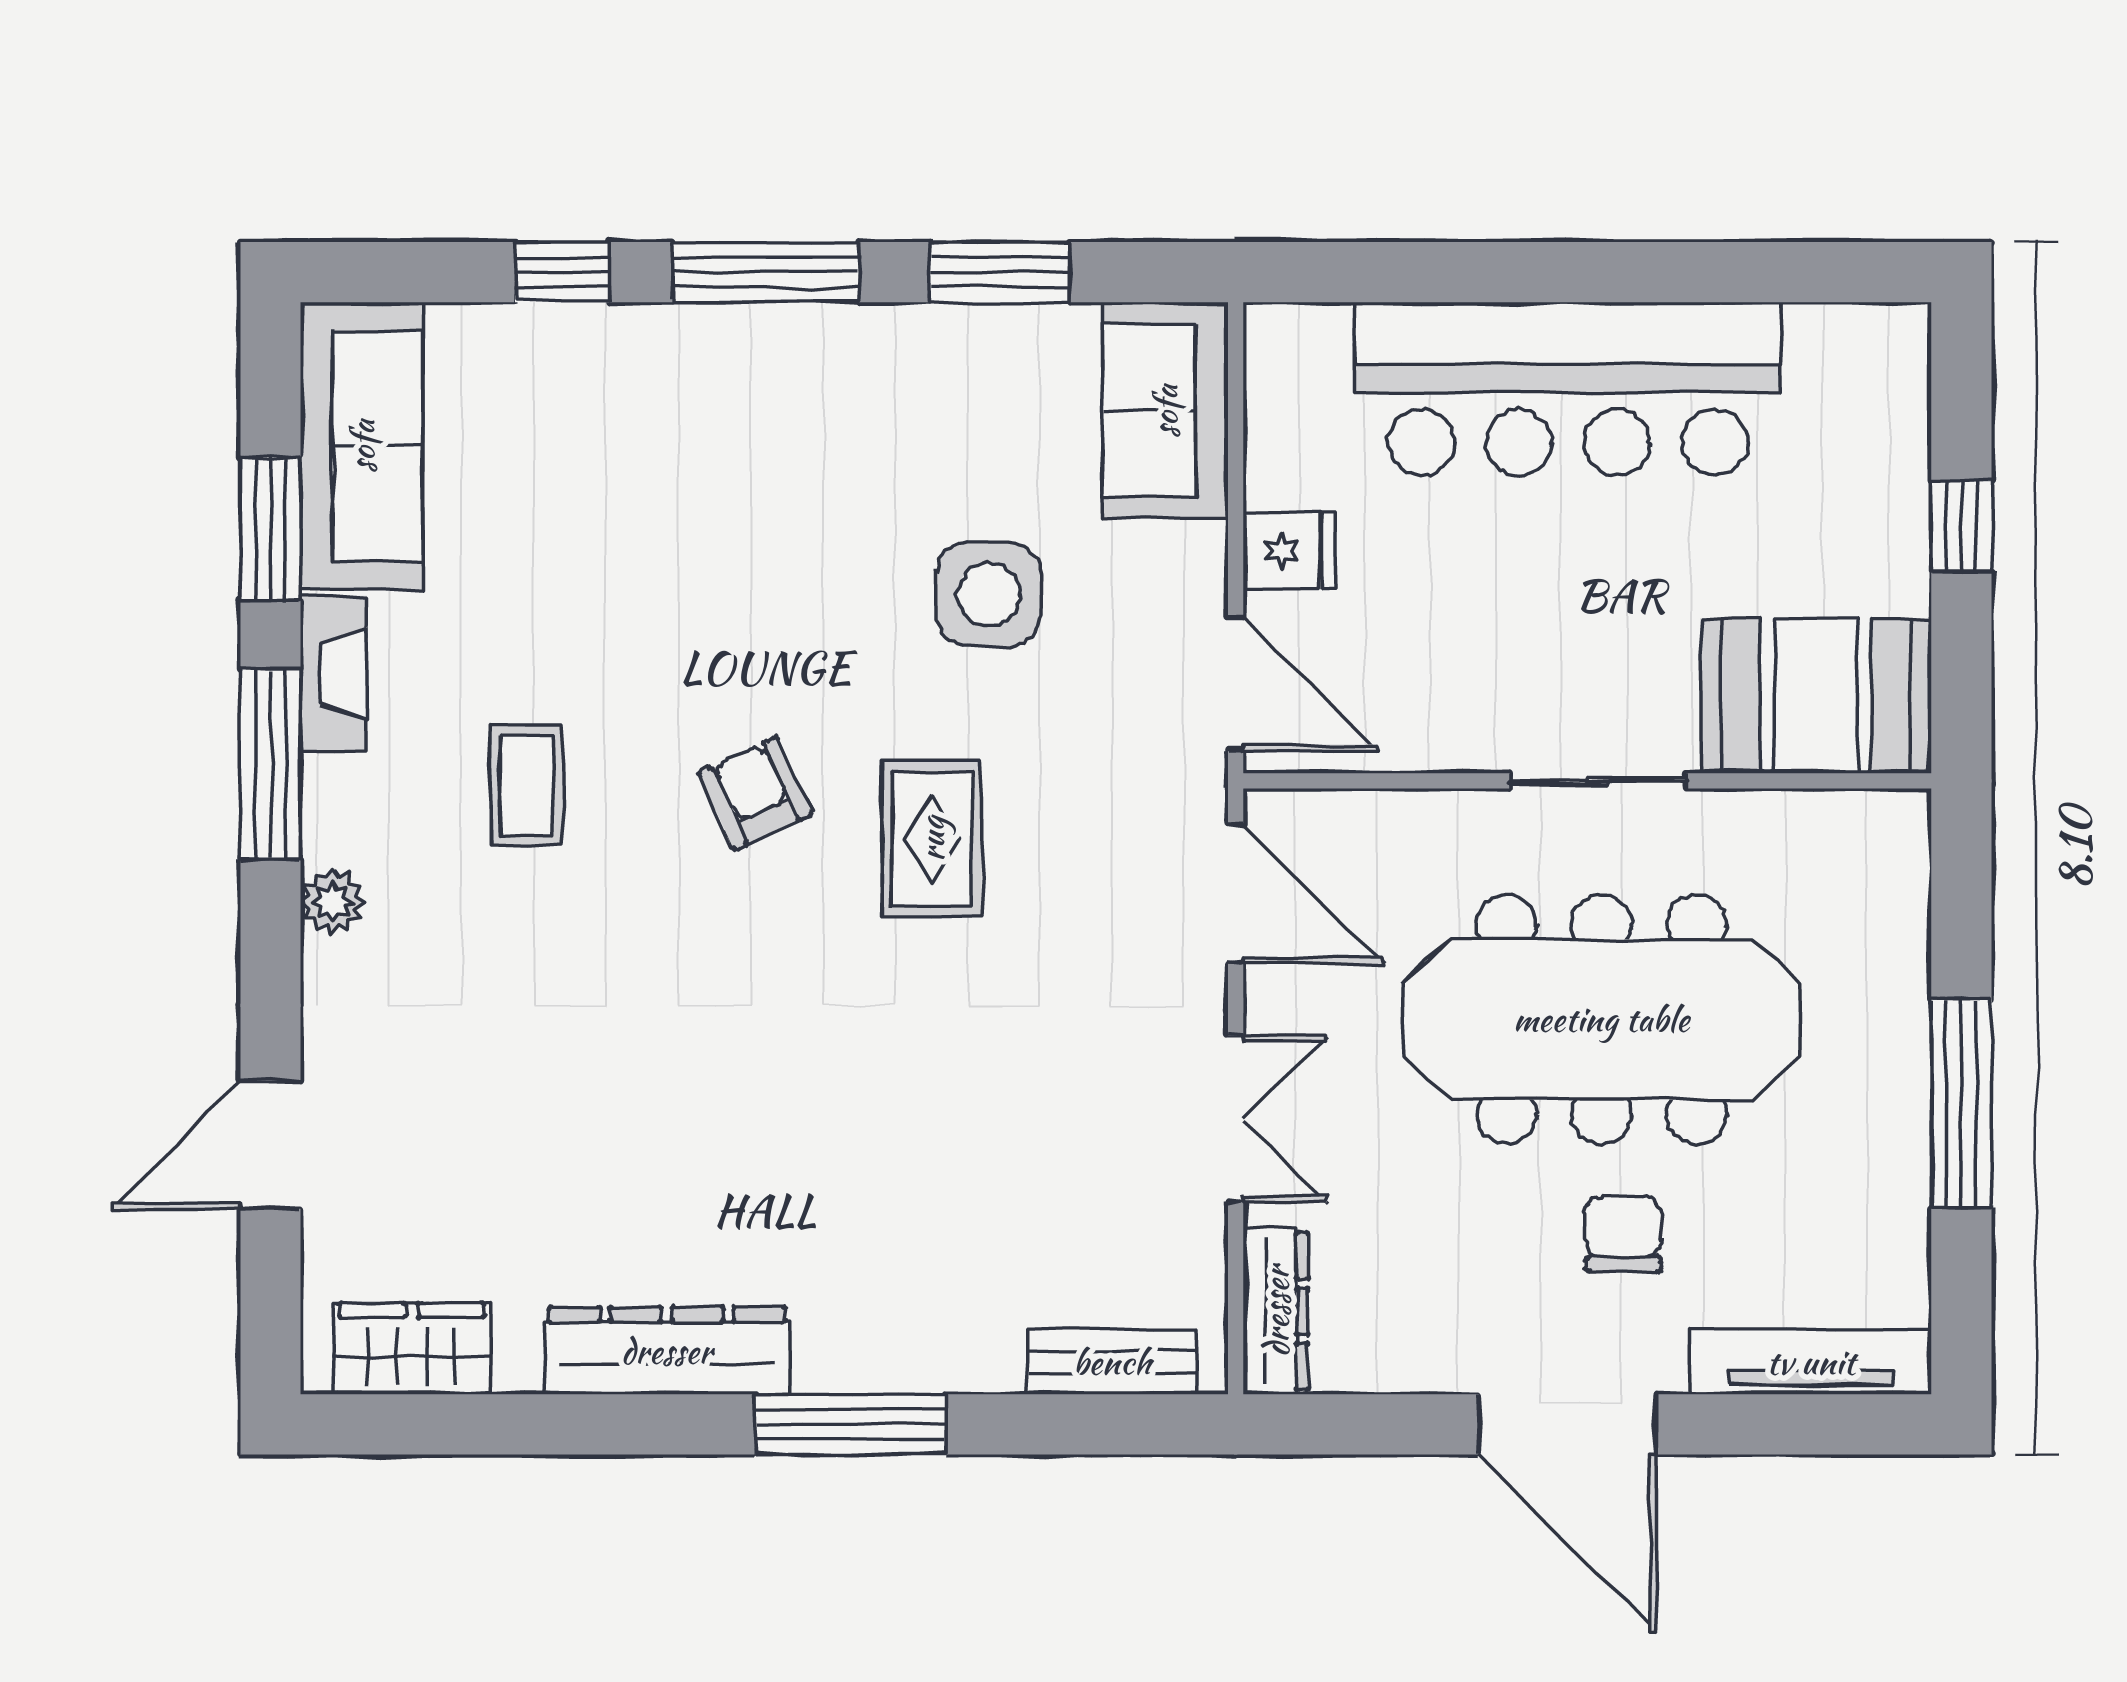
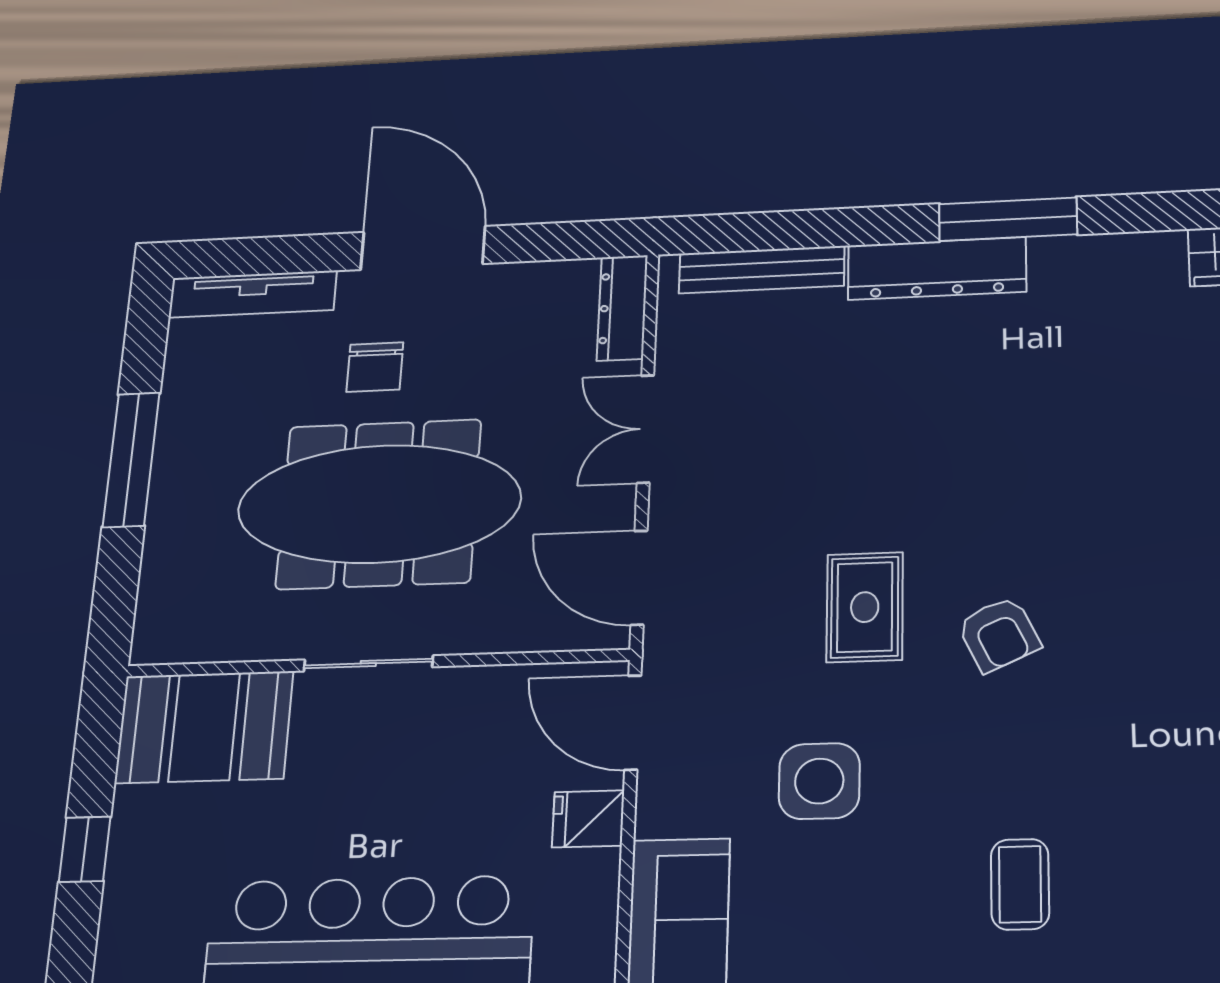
coffee table: (526, 785) -> (1020, 884), moved
dresser: (667, 1351) -> (937, 268), moved
bench: (1112, 1362) -> (762, 270), width x1.36
window: (851, 1424) -> (1008, 219), moved

